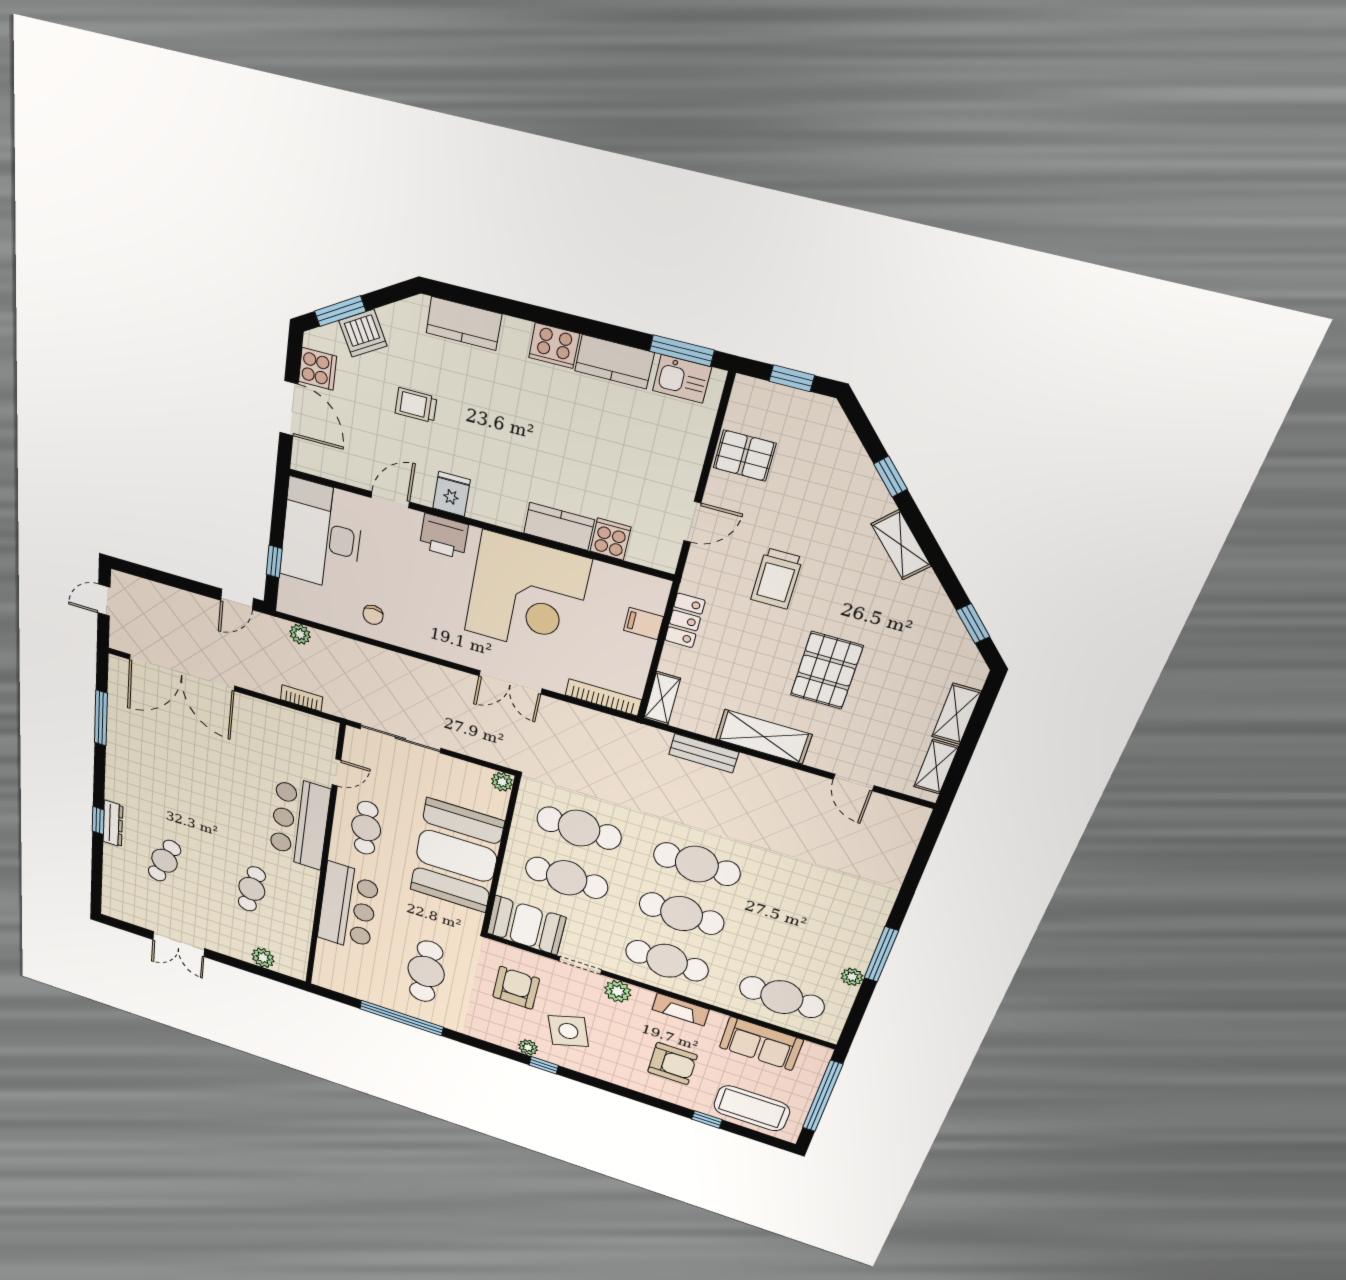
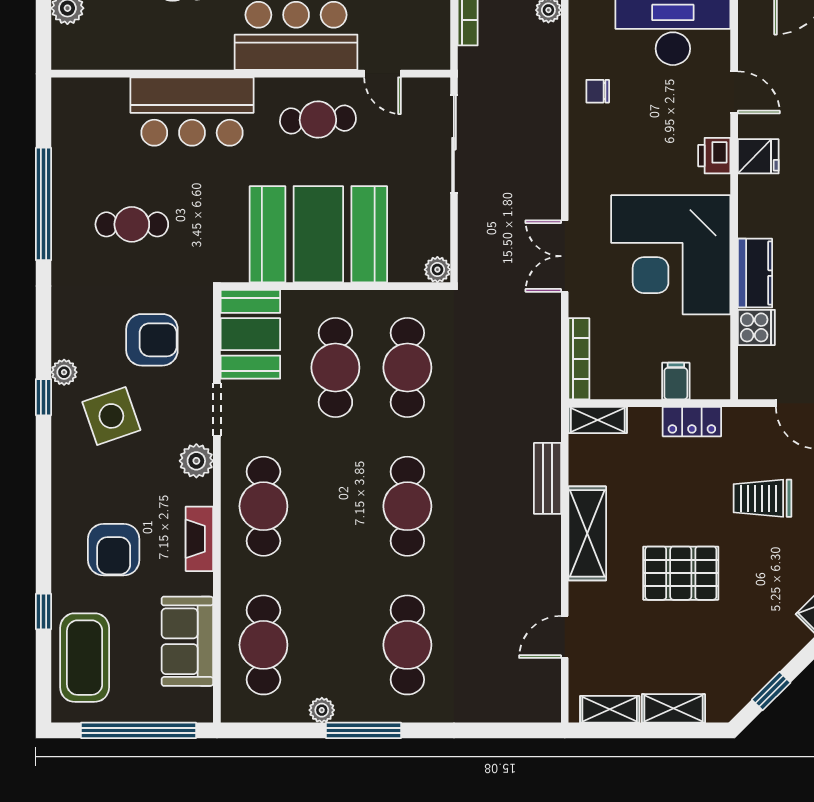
printer: (444, 536) -> (714, 156), width x0.73, depth x0.81
cafe table: (681, 914) -> (407, 645), moved
cafe table: (426, 971) -> (132, 224), width x0.73, depth x0.74

